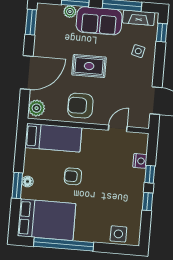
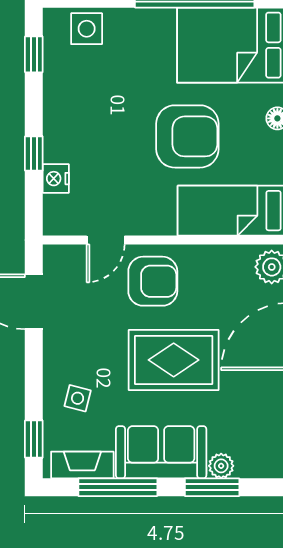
rug: (89, 66) -> (174, 360), width x1.36, depth x1.43
armchair: (80, 106) -> (153, 281), moved
armchair: (73, 176) -> (187, 136), width x1.88, depth x1.88
window: (147, 202) -> (34, 54), moved

